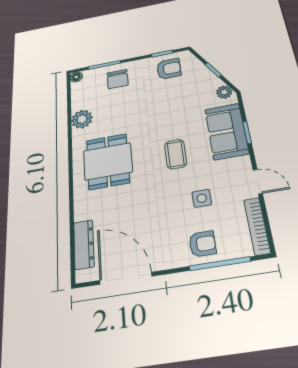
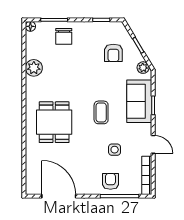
armchair: (169, 69) -> (113, 53), moved, turned 90
dining table: (108, 161) -> (54, 122), moved
dresser: (84, 244) -> (32, 169), removed
armchair: (202, 244) -> (110, 181), turned -90

